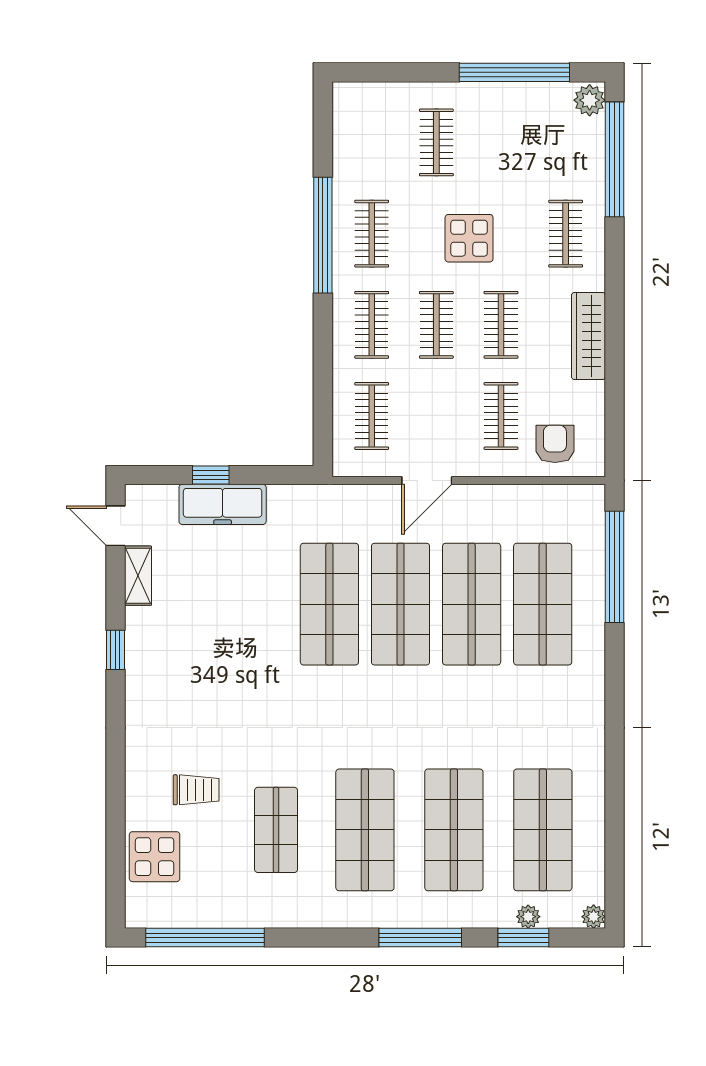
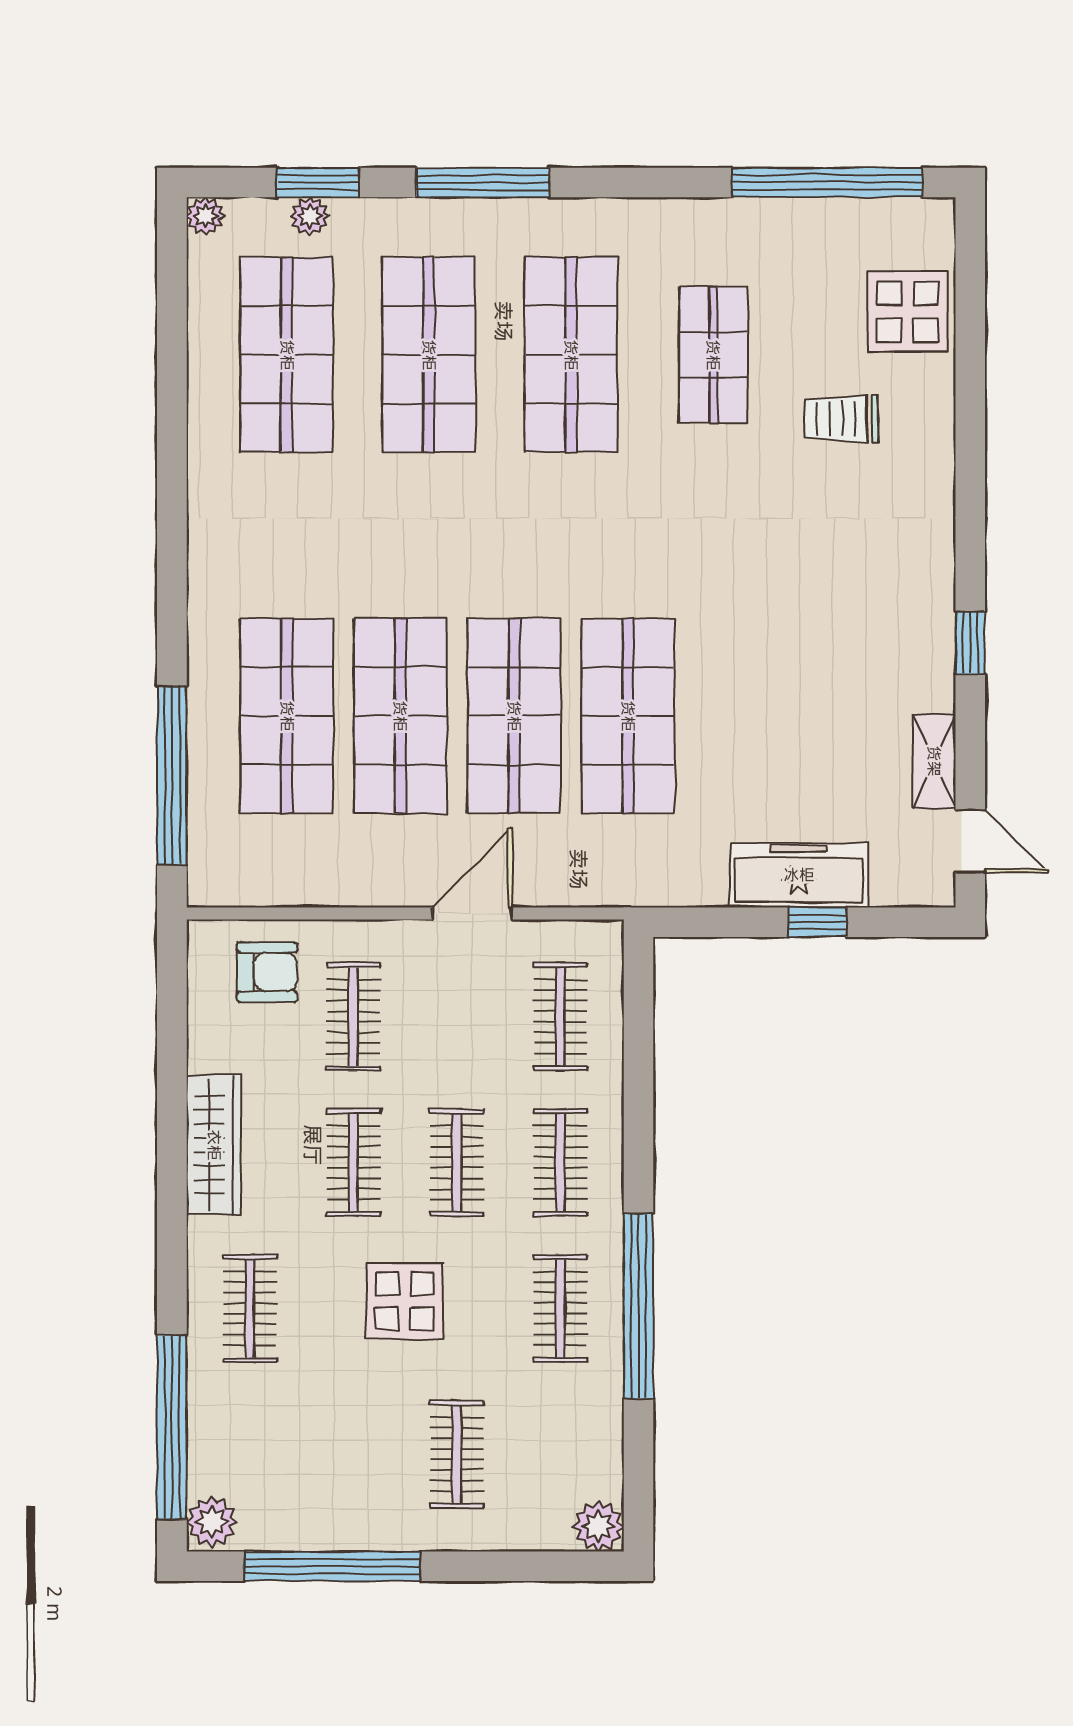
plant: (348, 97) -> (598, 1526), added
armchair: (555, 444) -> (267, 972), turned -90

